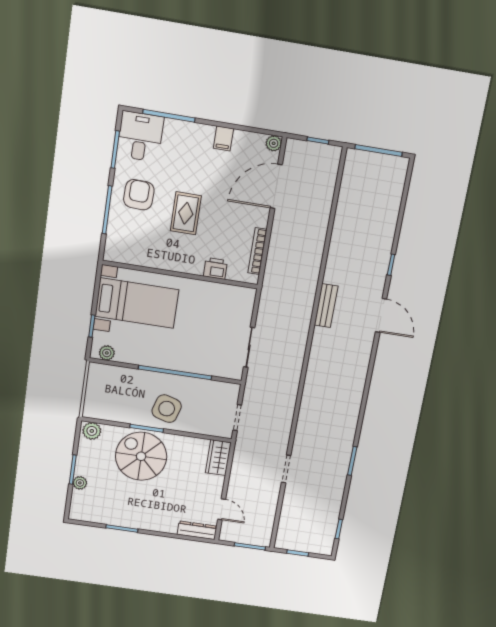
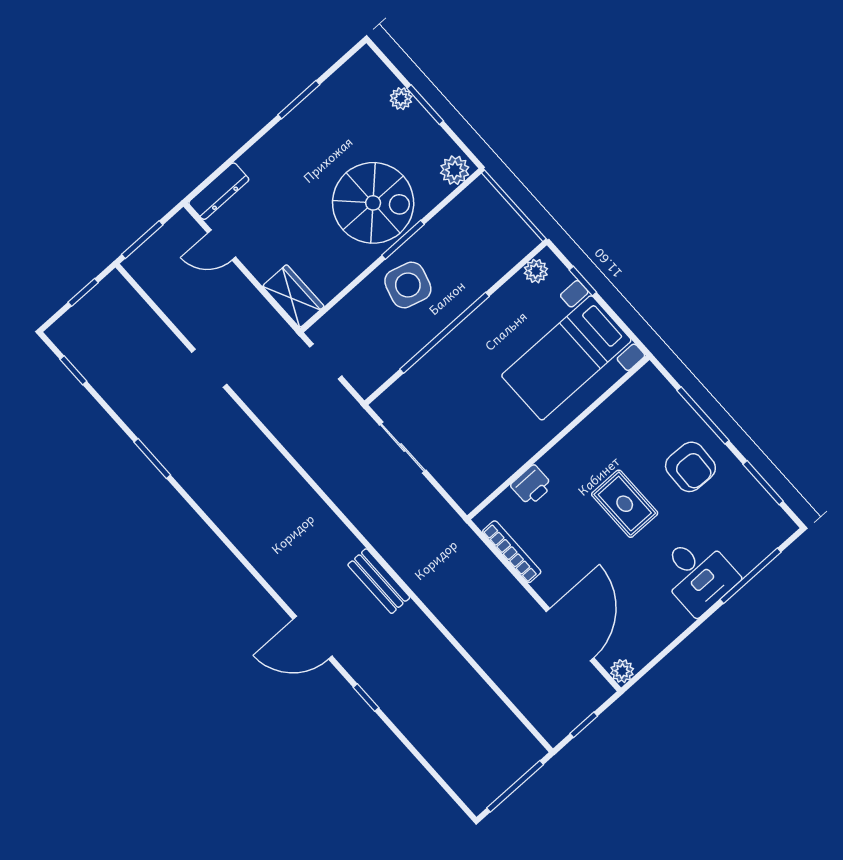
desk: (140, 136) -> (698, 574), moved
filing cabinet: (223, 138) -> (675, 617), removed

